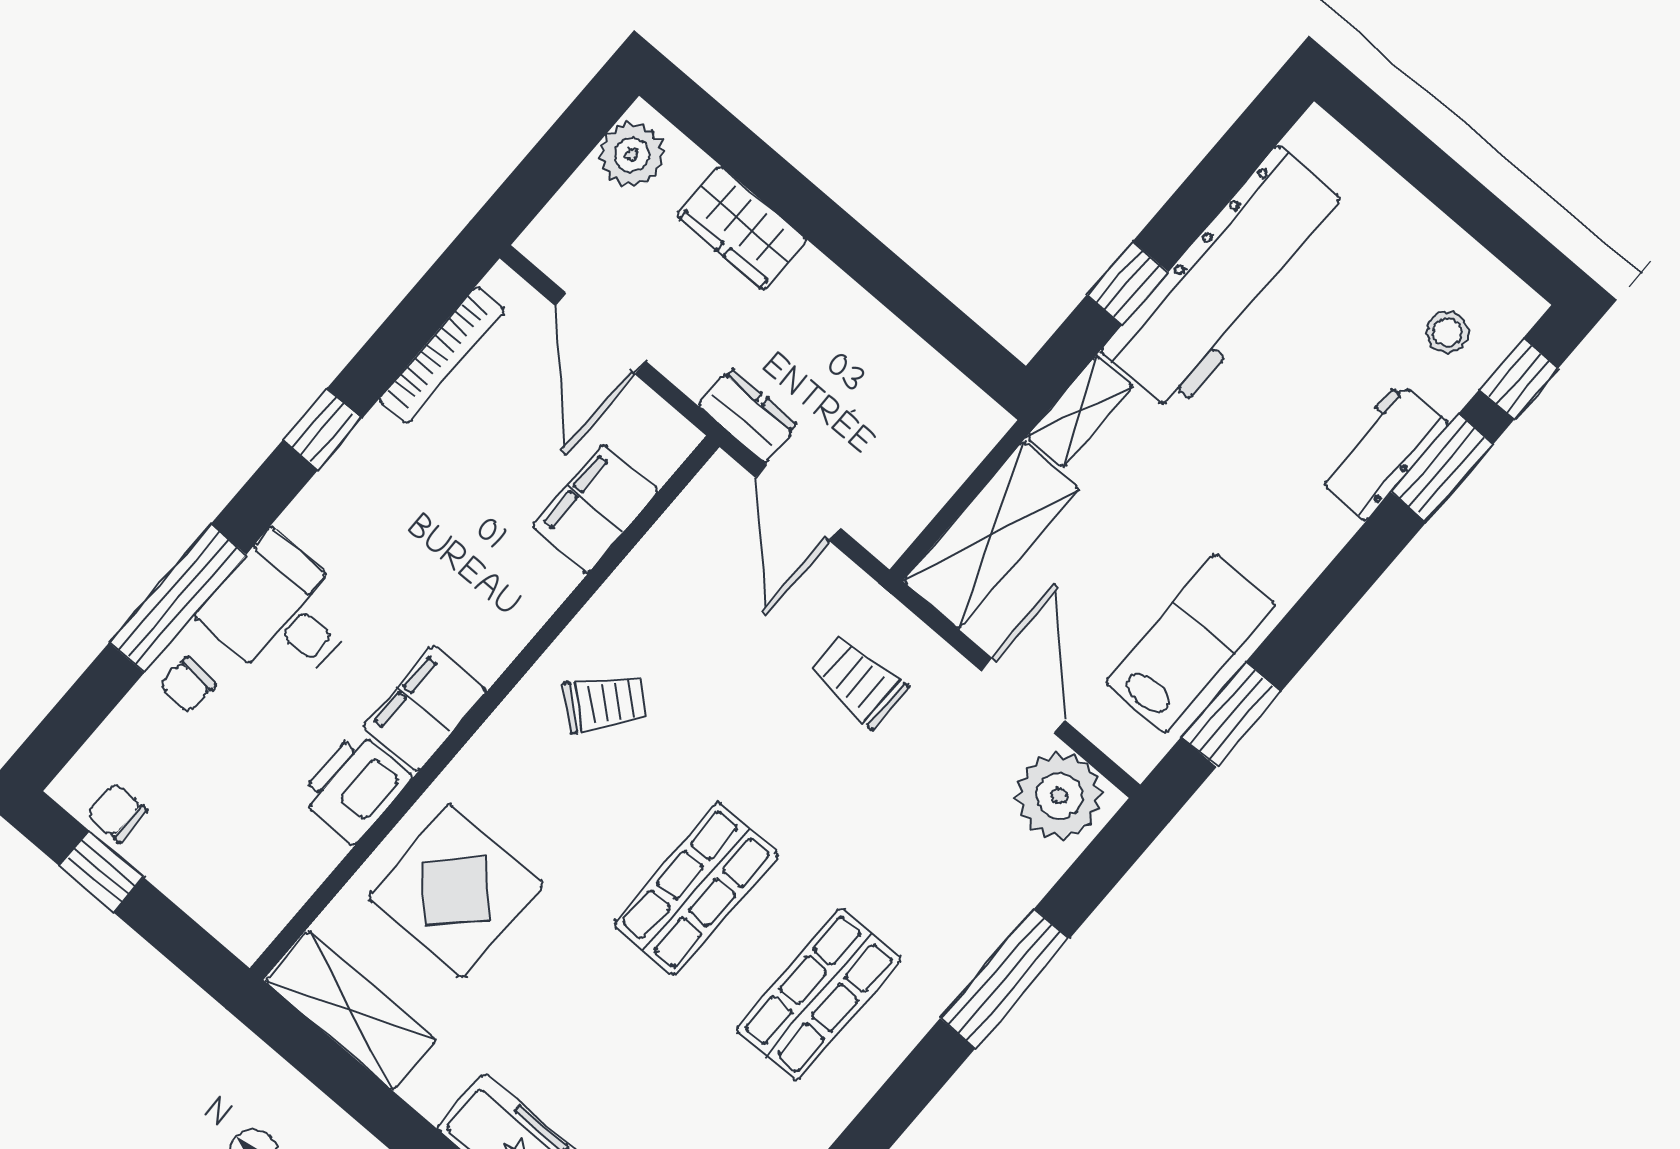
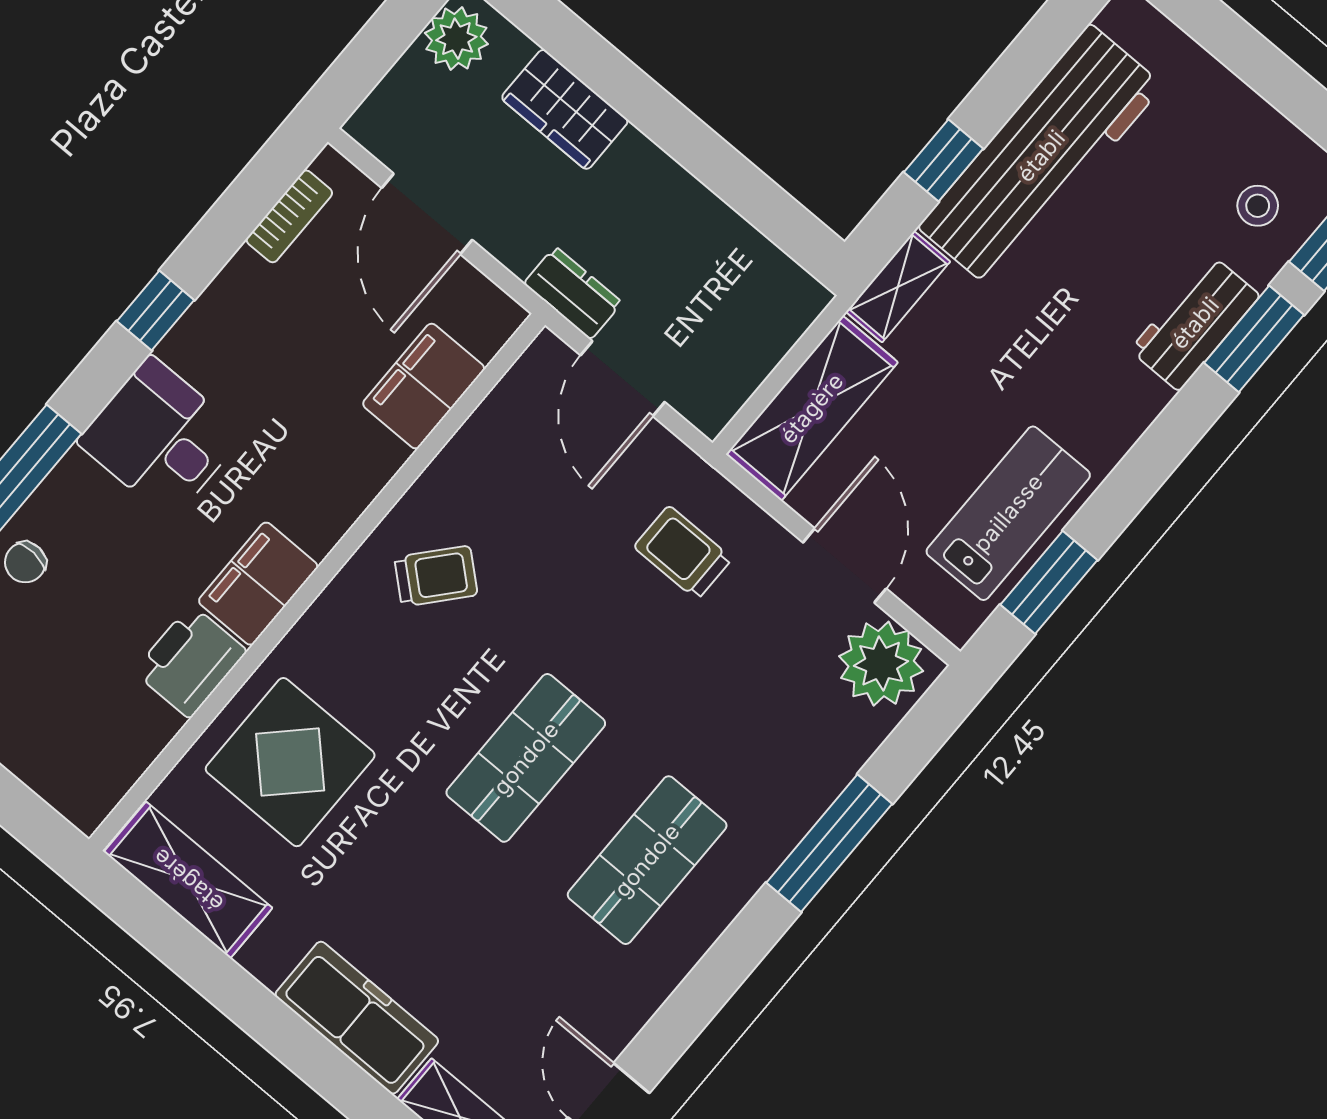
bookcase: (442, 355) -> (289, 216), width x0.64
desk: (281, 613) -> (161, 438), moved

